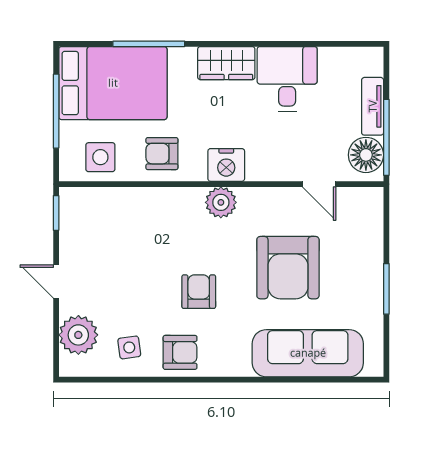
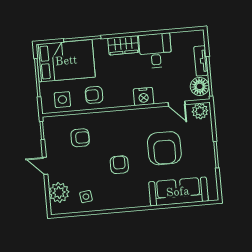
nightstand: (226, 165) -> (144, 97), moved
plant: (221, 202) -> (200, 111), moved
armchair: (180, 352) -> (80, 138), moved

